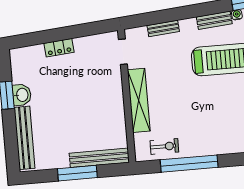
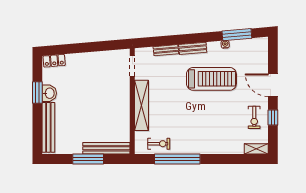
bench: (214, 20) -> (193, 48), moved
locker: (59, 48) -> (54, 61), moved

